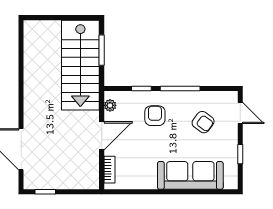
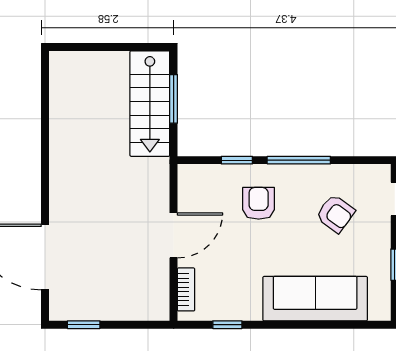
stairs: (80, 65) -> (150, 104), width x0.73, depth x0.66
plant: (110, 105) -> (187, 187), removed
window: (135, 192) -> (227, 325), added

